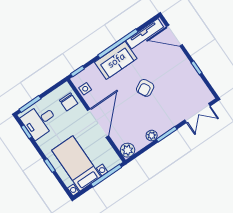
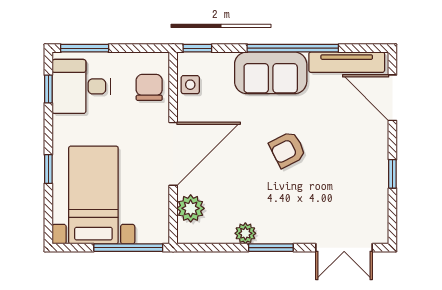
chair: (69, 102) -> (149, 87), turned 180
plant: (128, 150) -> (191, 208), moved

